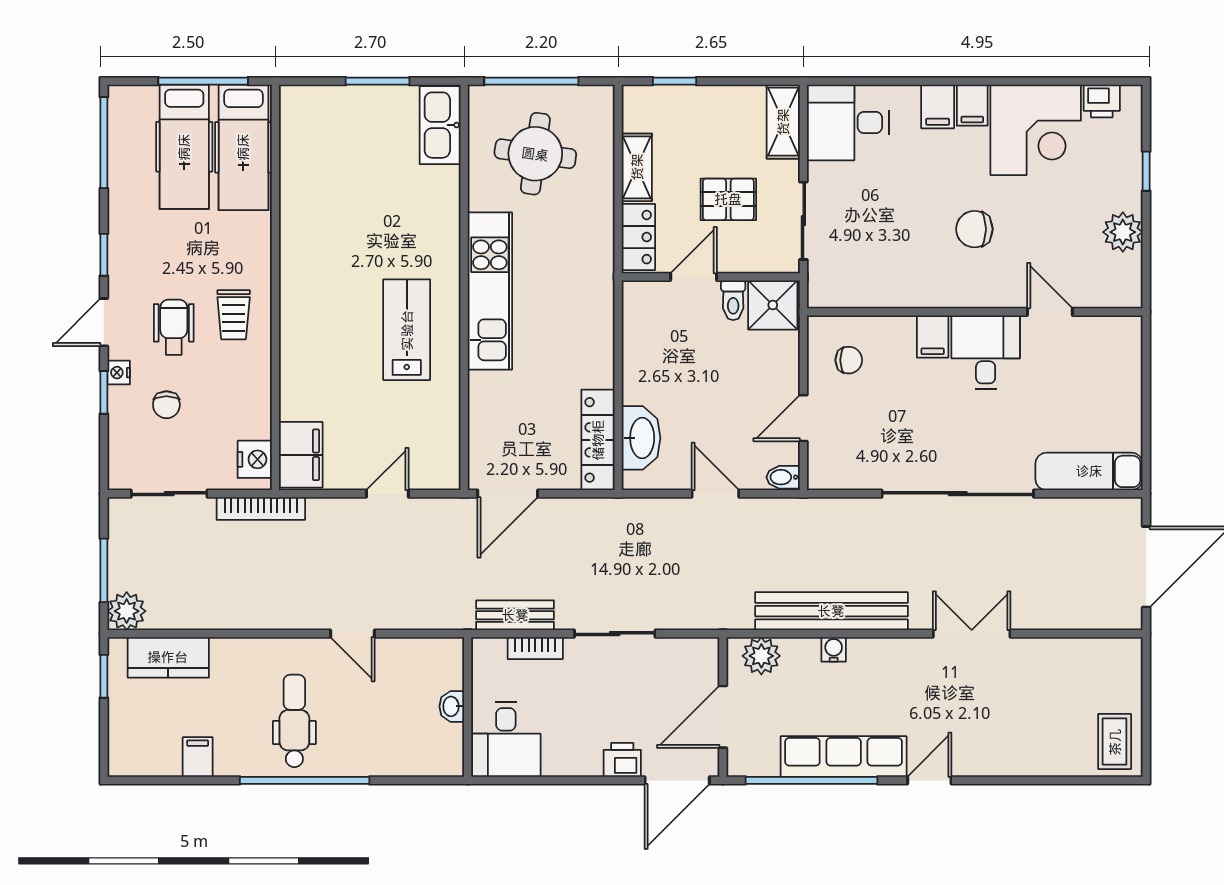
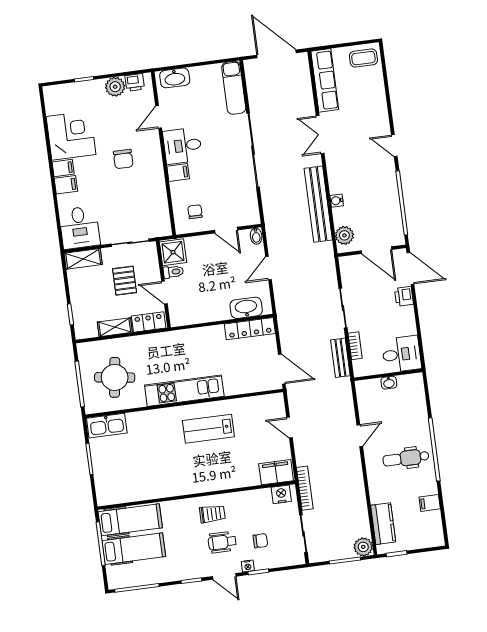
printer: (1102, 101) -> (135, 82), moved, turned 90
washbasin: (1125, 355) -> (175, 78), added
row of seats: (844, 757) -> (325, 80), moved, turned 180

